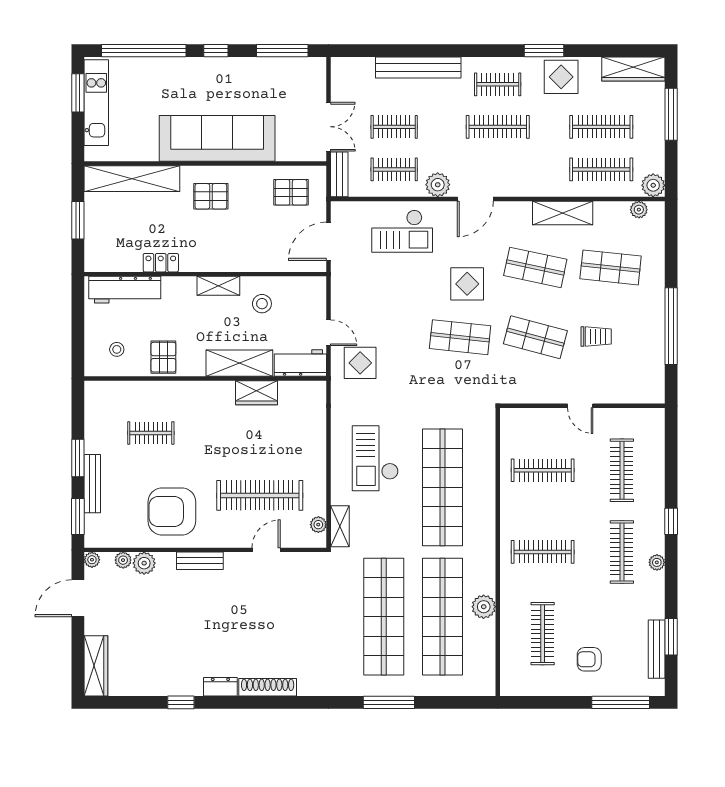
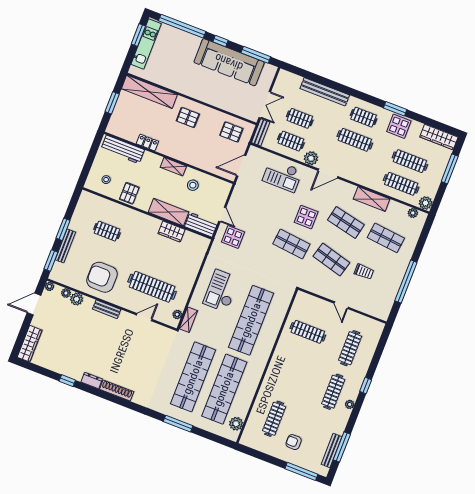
sofa: (217, 138) -> (229, 62), moved, turned 180
clothes rail: (543, 552) -> (291, 375), removed
plant: (484, 607) -> (236, 424), moved
window: (671, 637) -> (342, 447), width x1.44

